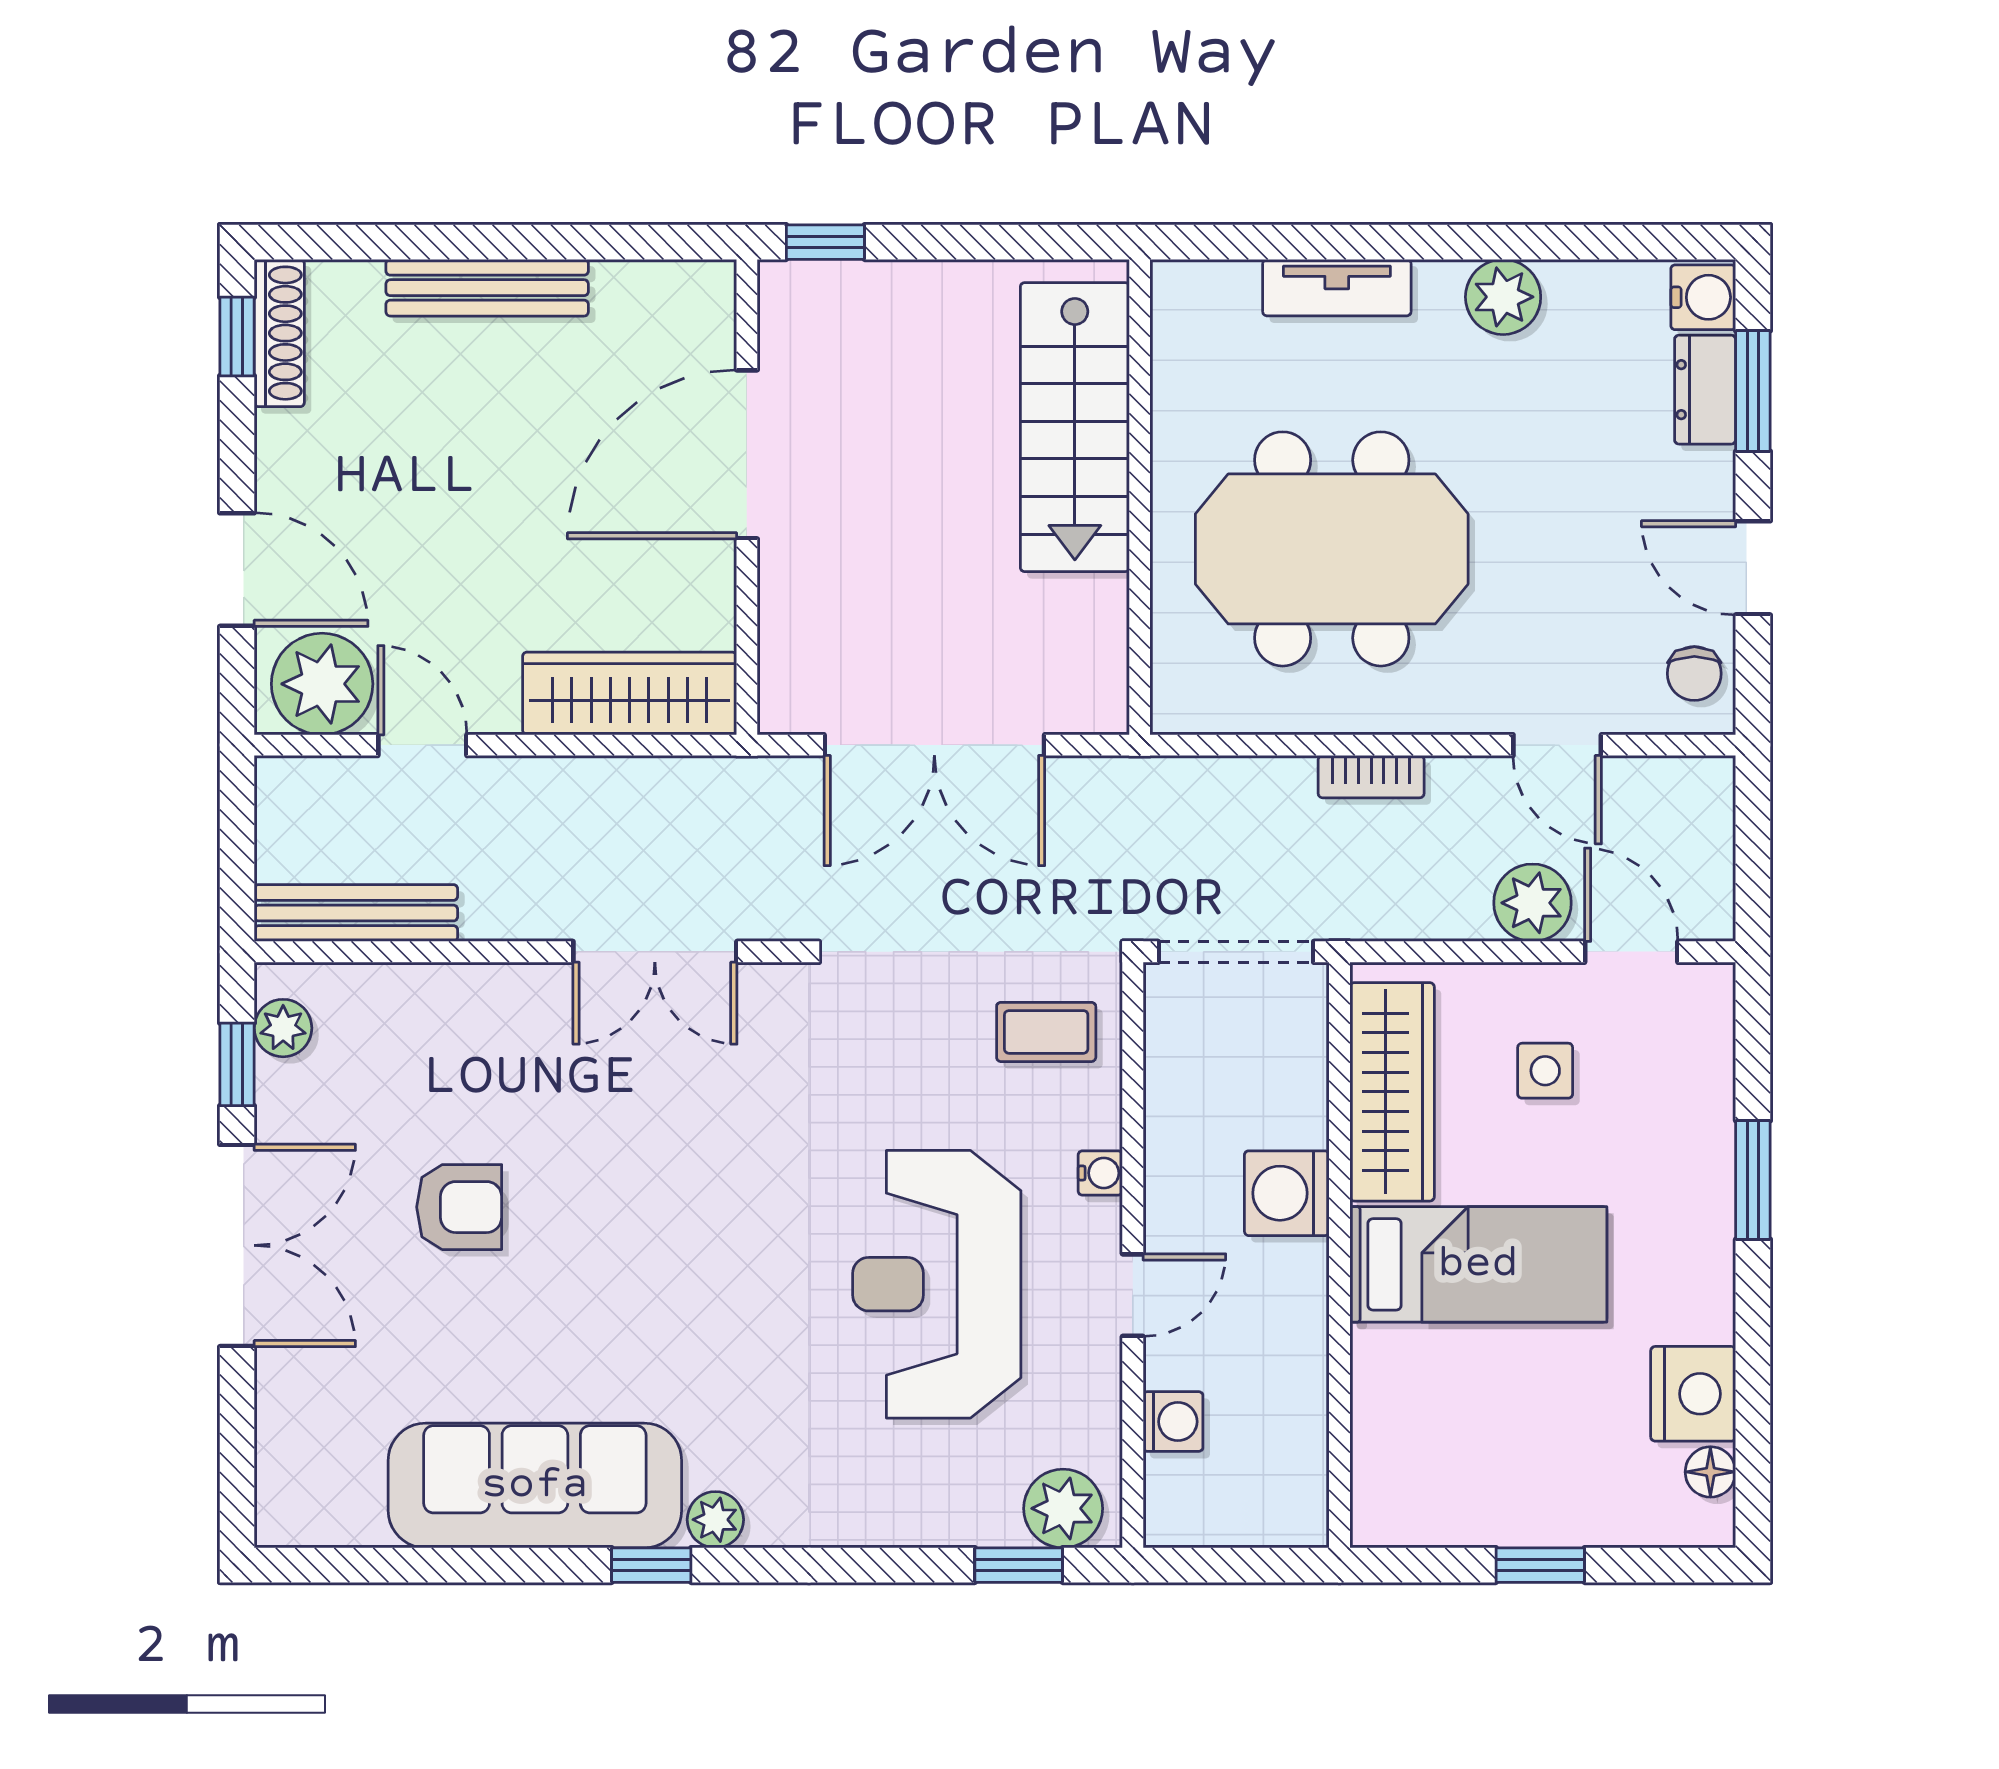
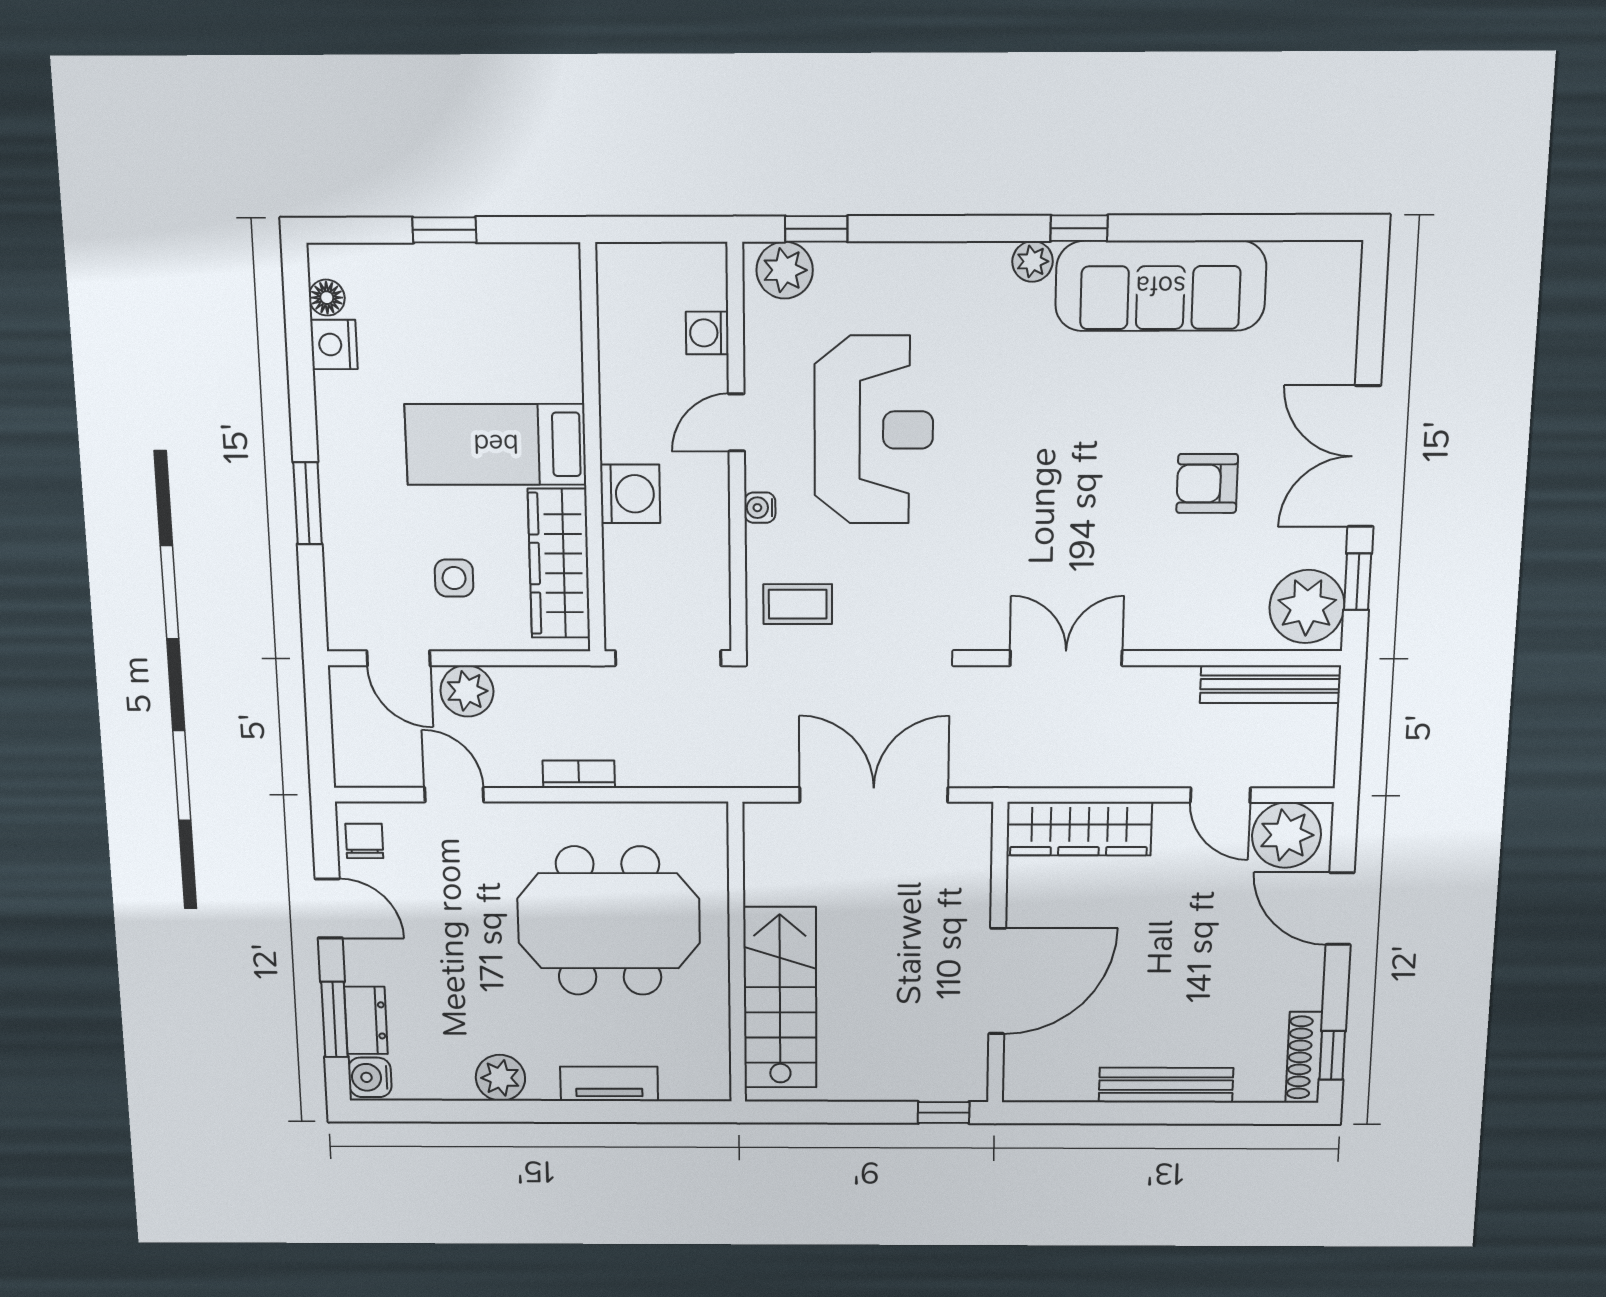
plant: (283, 1028) -> (1307, 607), width x1.87, depth x1.87
nightstand: (1693, 1394) -> (334, 345), width x0.74, depth x0.75

